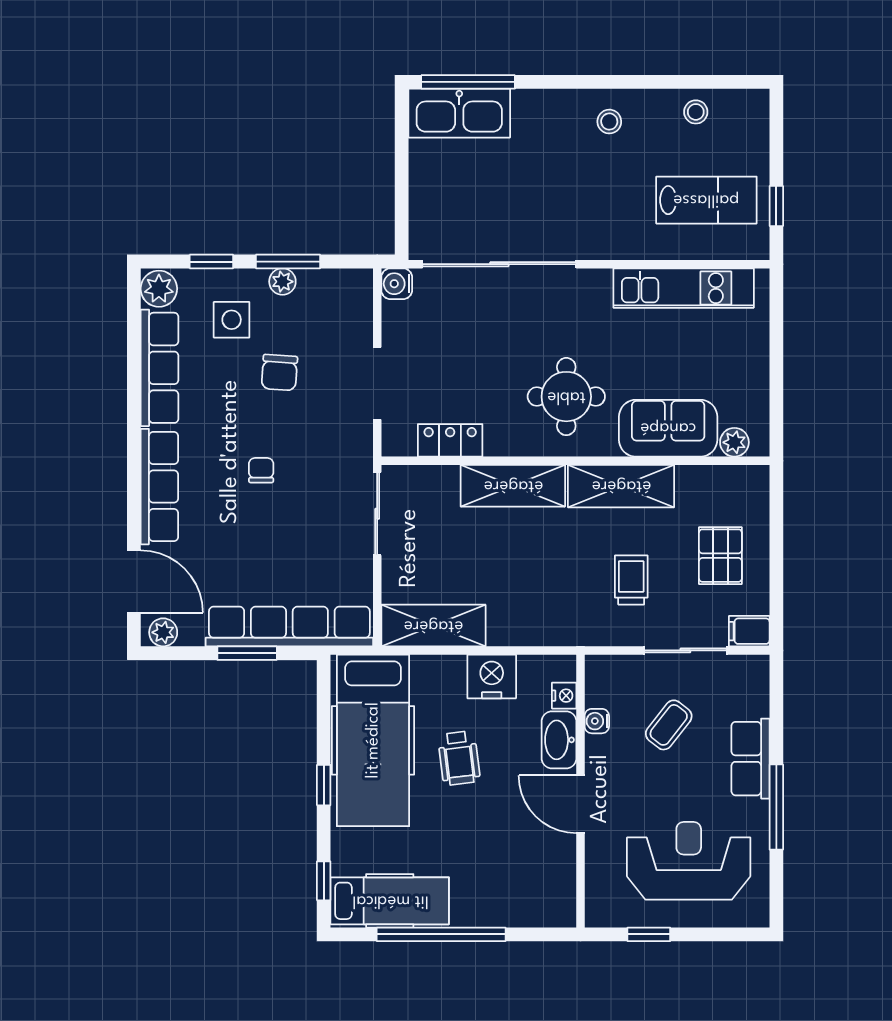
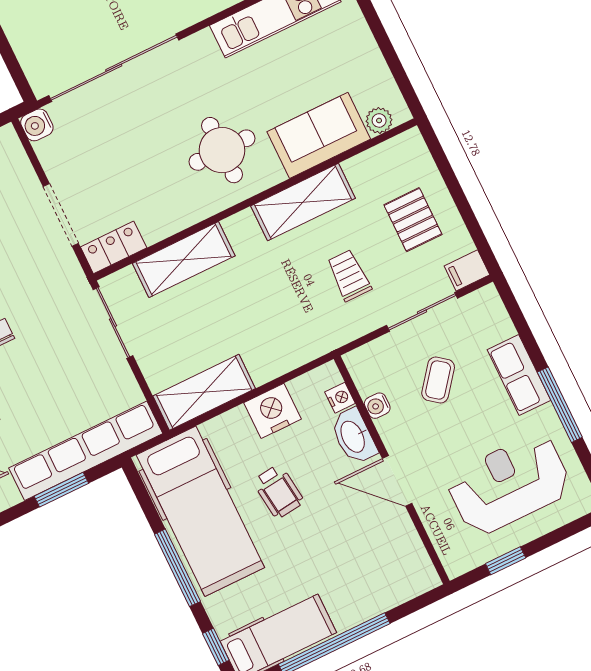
locker: (450, 440) -> (114, 247), moved
shelving: (513, 486) -> (184, 260), moved
window: (324, 785) -> (177, 568), width x2.17

